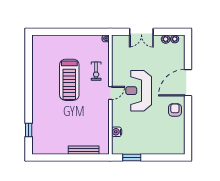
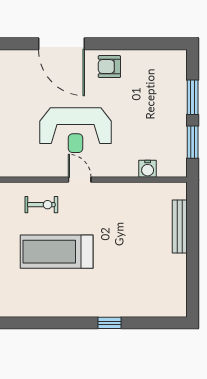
treadmill: (69, 80) -> (57, 252), turned 180
window: (29, 130) -> (110, 323), moved
window: (157, 158) -> (193, 97), added

